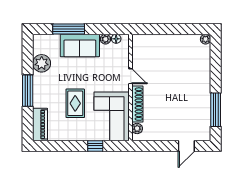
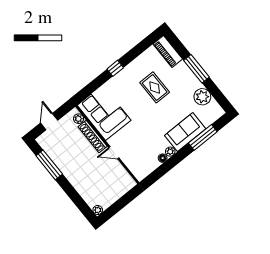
door: (131, 76) -> (114, 153), moved
wall: (131, 87) -> (107, 145), moved
shoe rack: (137, 104) -> (93, 137), moved
corner sofa: (112, 116) -> (104, 113), moved
plant: (137, 129) -> (79, 119), moved

